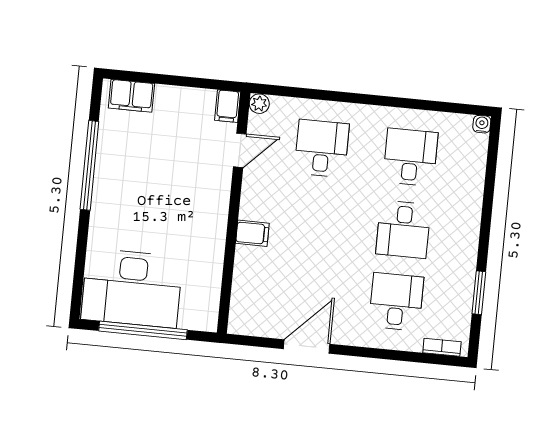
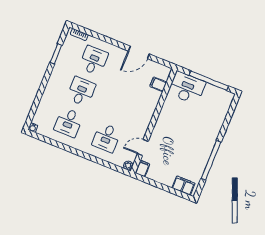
filing cabinet: (252, 233) -> (158, 84), moved
desk: (132, 288) -> (187, 88), moved, width x0.73, depth x0.77
desk: (396, 302) -> (94, 61), turned 180

